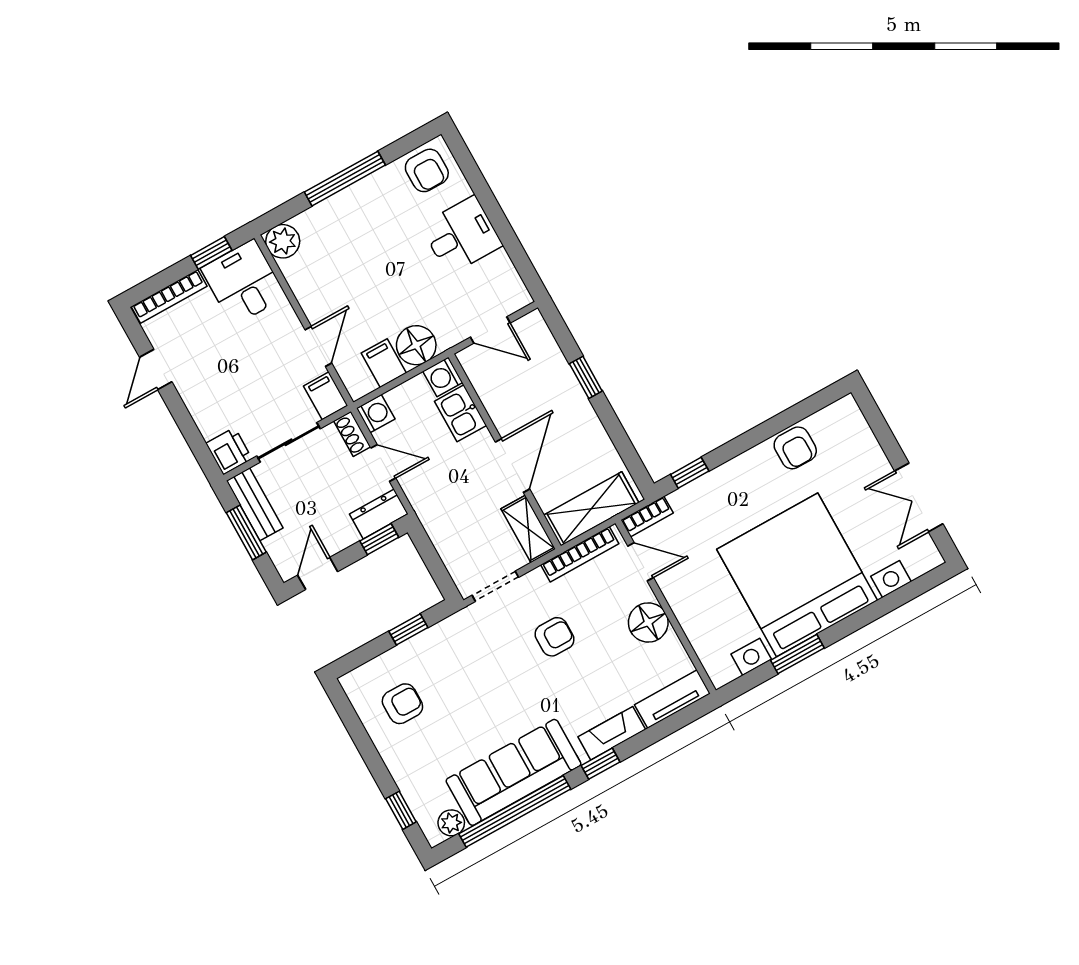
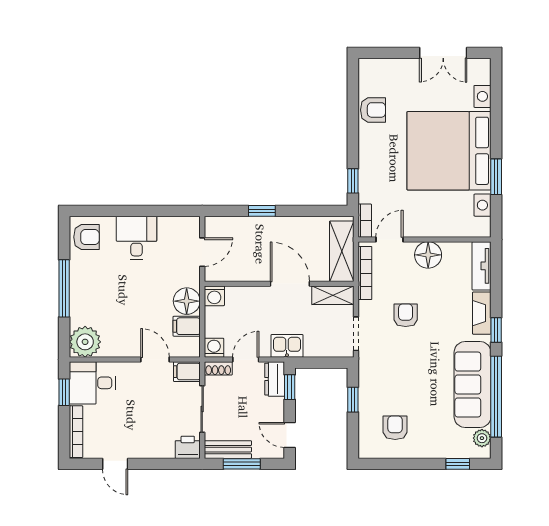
plant: (283, 241) -> (85, 342), width x1.36, depth x1.36
kitchen sink: (461, 413) -> (287, 346), moved, turned 180

